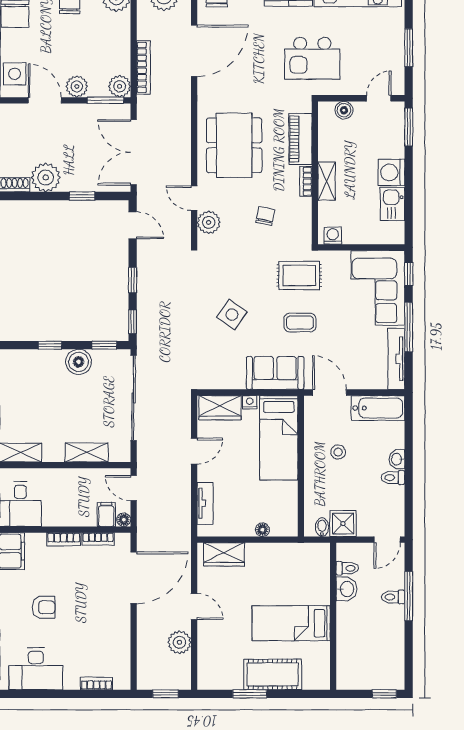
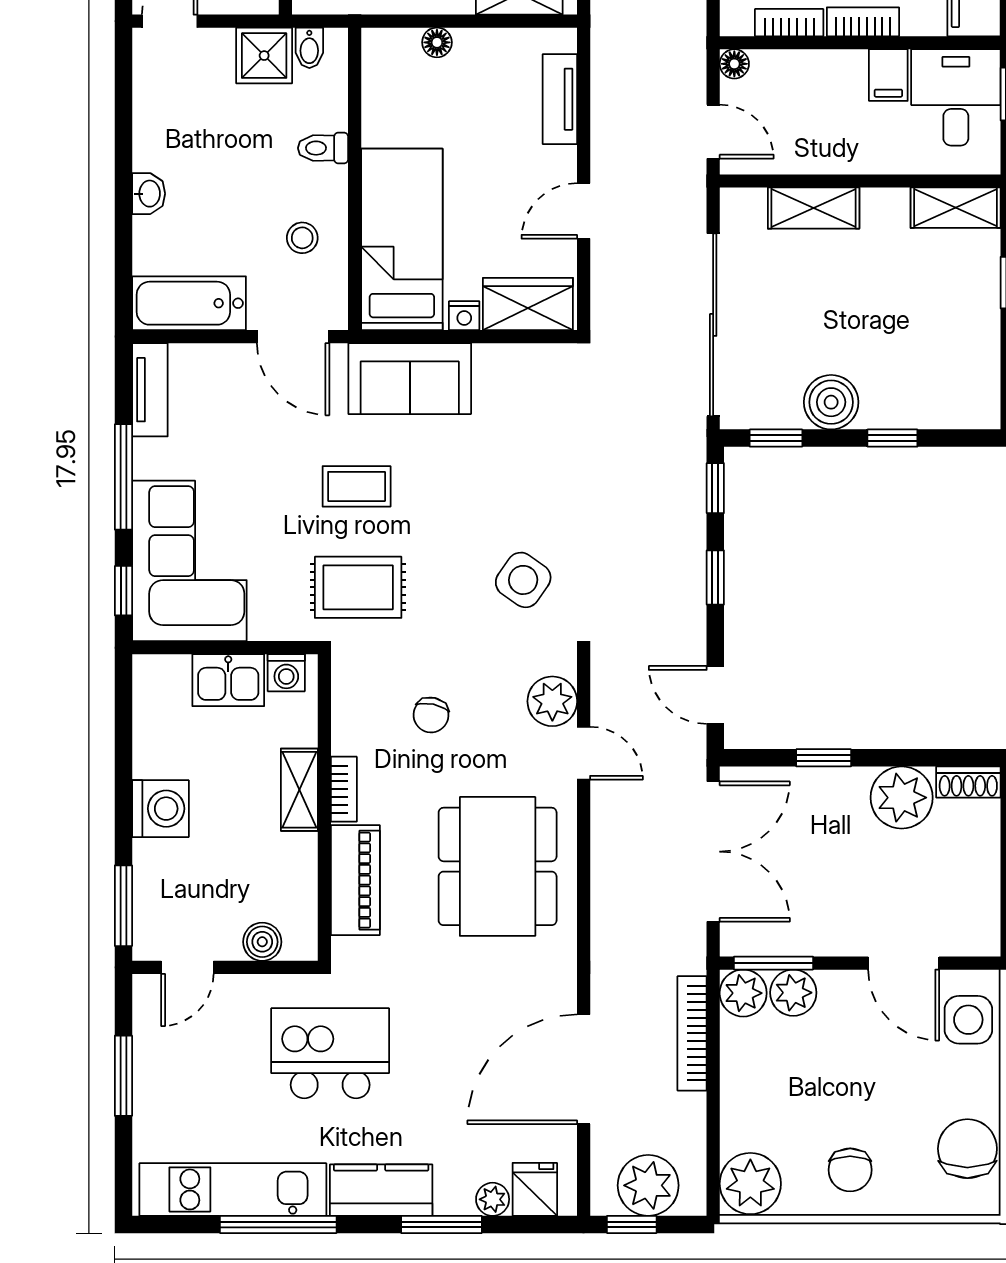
plant: (77, 86) -> (793, 993), moved
kitchen sink: (392, 204) -> (228, 680), moved, turned 90
side table: (232, 315) -> (523, 580), moved
tv unit: (396, 359) -> (150, 390), width x0.71
stool: (338, 452) -> (302, 238), moved
toilet: (393, 478) -> (323, 148), moved, turned 180
filing cabinet: (106, 514) -> (888, 75), moved

